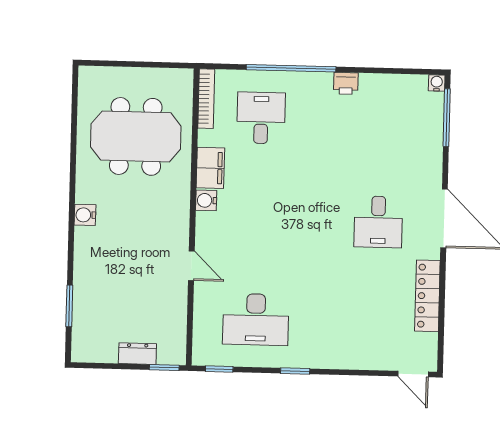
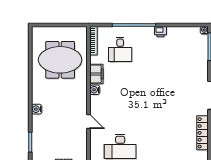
desk: (261, 118) -> (120, 49), turned 180
water cooler: (85, 215) -> (37, 109), moved
desk: (378, 222) -> (178, 98), removed

